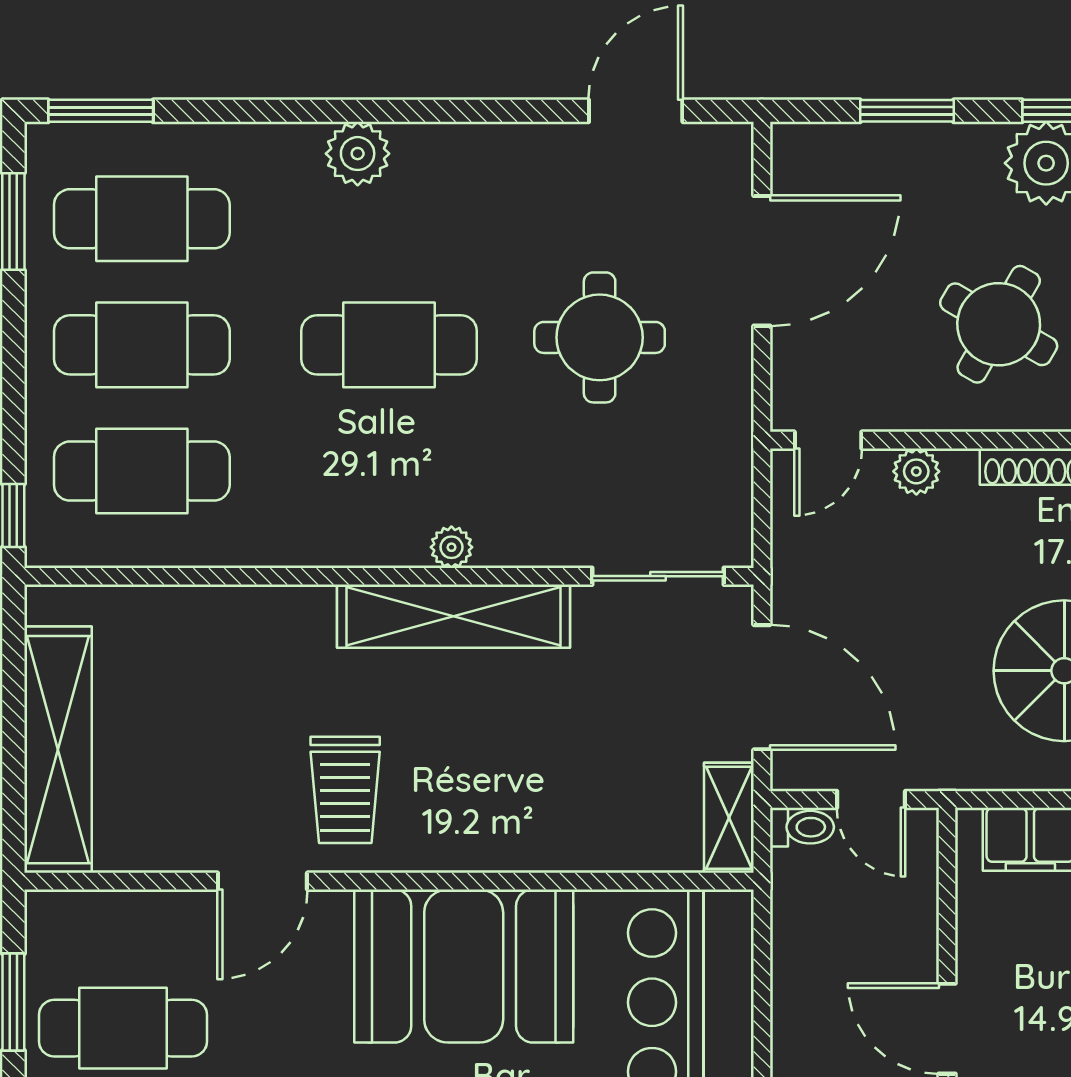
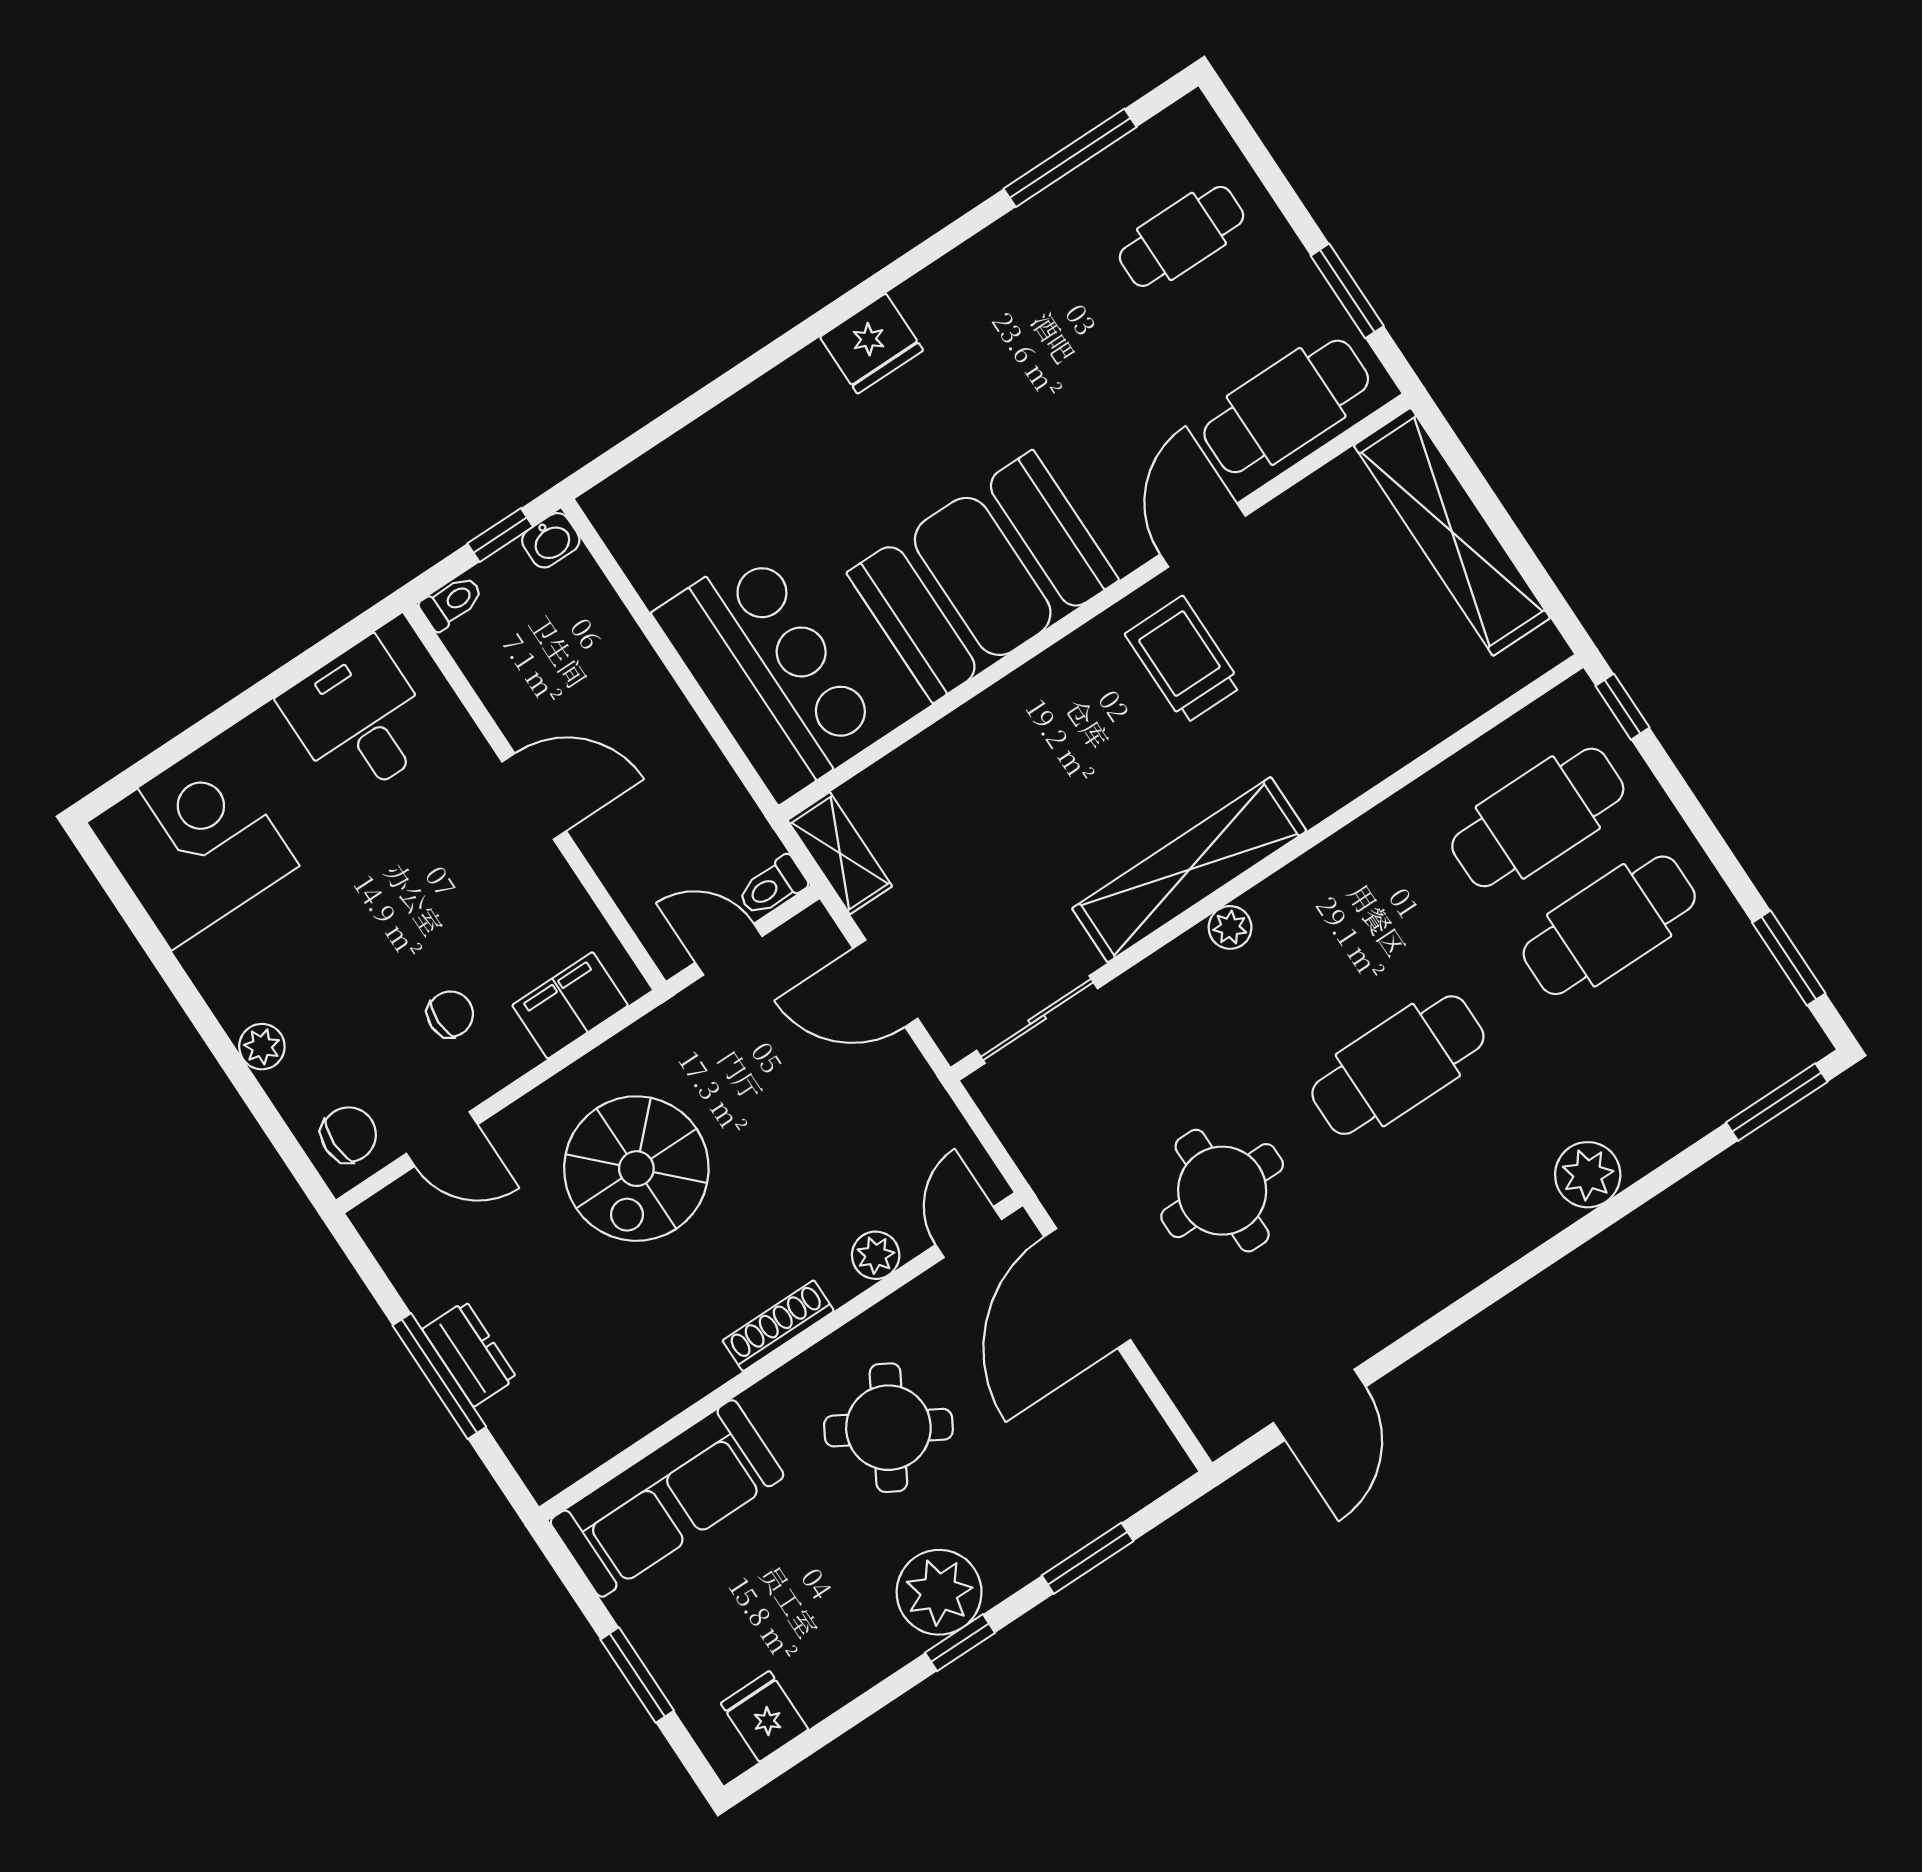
plant: (358, 154) -> (1588, 1175), moved
cafe table: (142, 219) -> (1681, 1033), removed
door: (762, 261) -> (1087, 1288), moved
door: (762, 687) -> (885, 983), width x0.73
cafe table: (123, 1028) -> (1286, 406), moved

